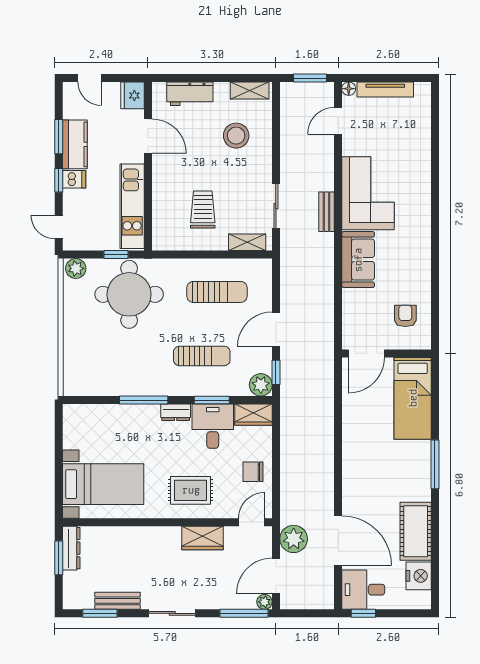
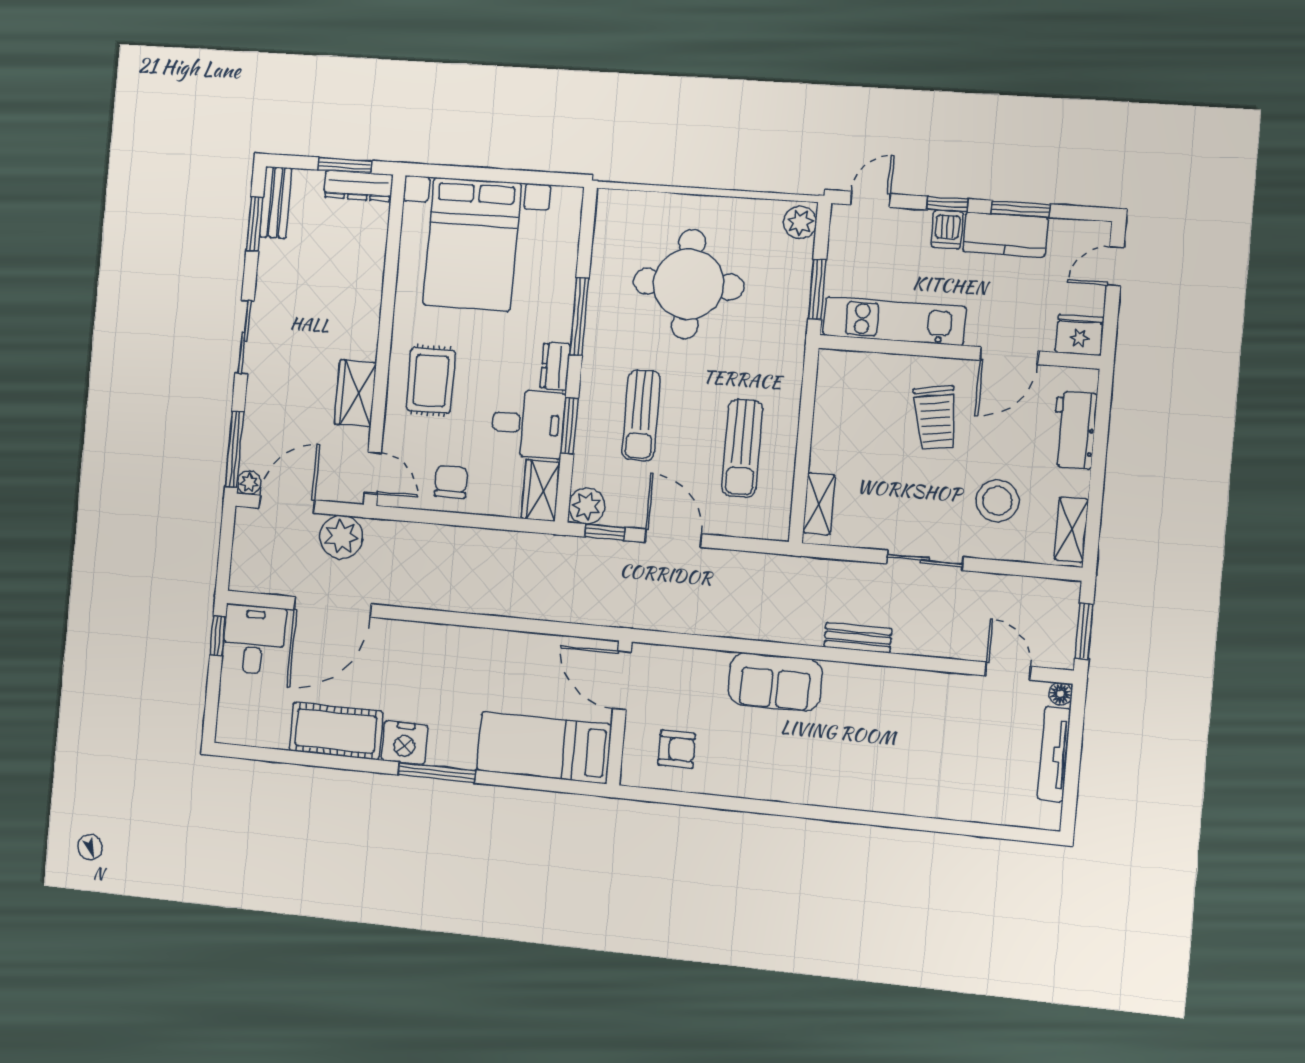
corner sofa: (368, 193) -> (882, 709), removed
sliding door: (276, 206) -> (925, 560), moved
trolley: (203, 209) -> (936, 418), moved, turned 81
window: (116, 255) -> (817, 289), width x1.50
round table: (129, 294) -> (689, 284), moved
bed with nightstands: (103, 484) -> (472, 244), width x1.36
door: (276, 576) -> (287, 504), hinge flipped
nightstand: (419, 576) -> (405, 743), moved
bench: (117, 601) -> (276, 202), moved

